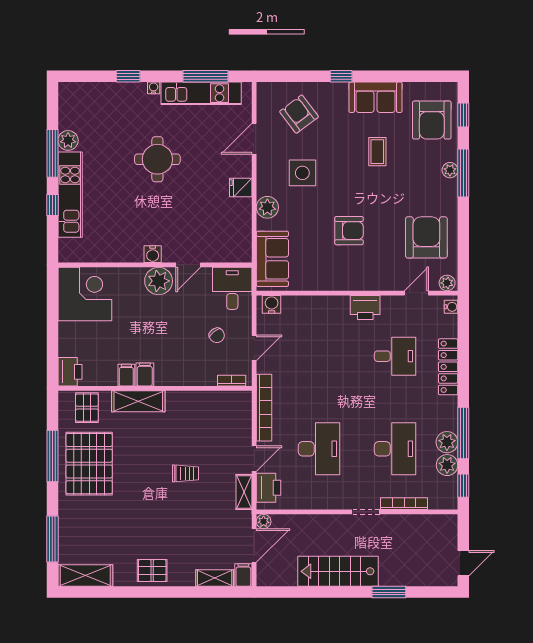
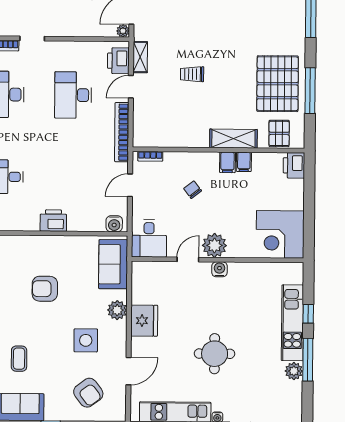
fridge: (241, 187) -> (144, 321), width x1.88, depth x1.34
printer: (365, 307) -> (53, 221), moved
chair: (217, 335) -> (193, 190), moved

